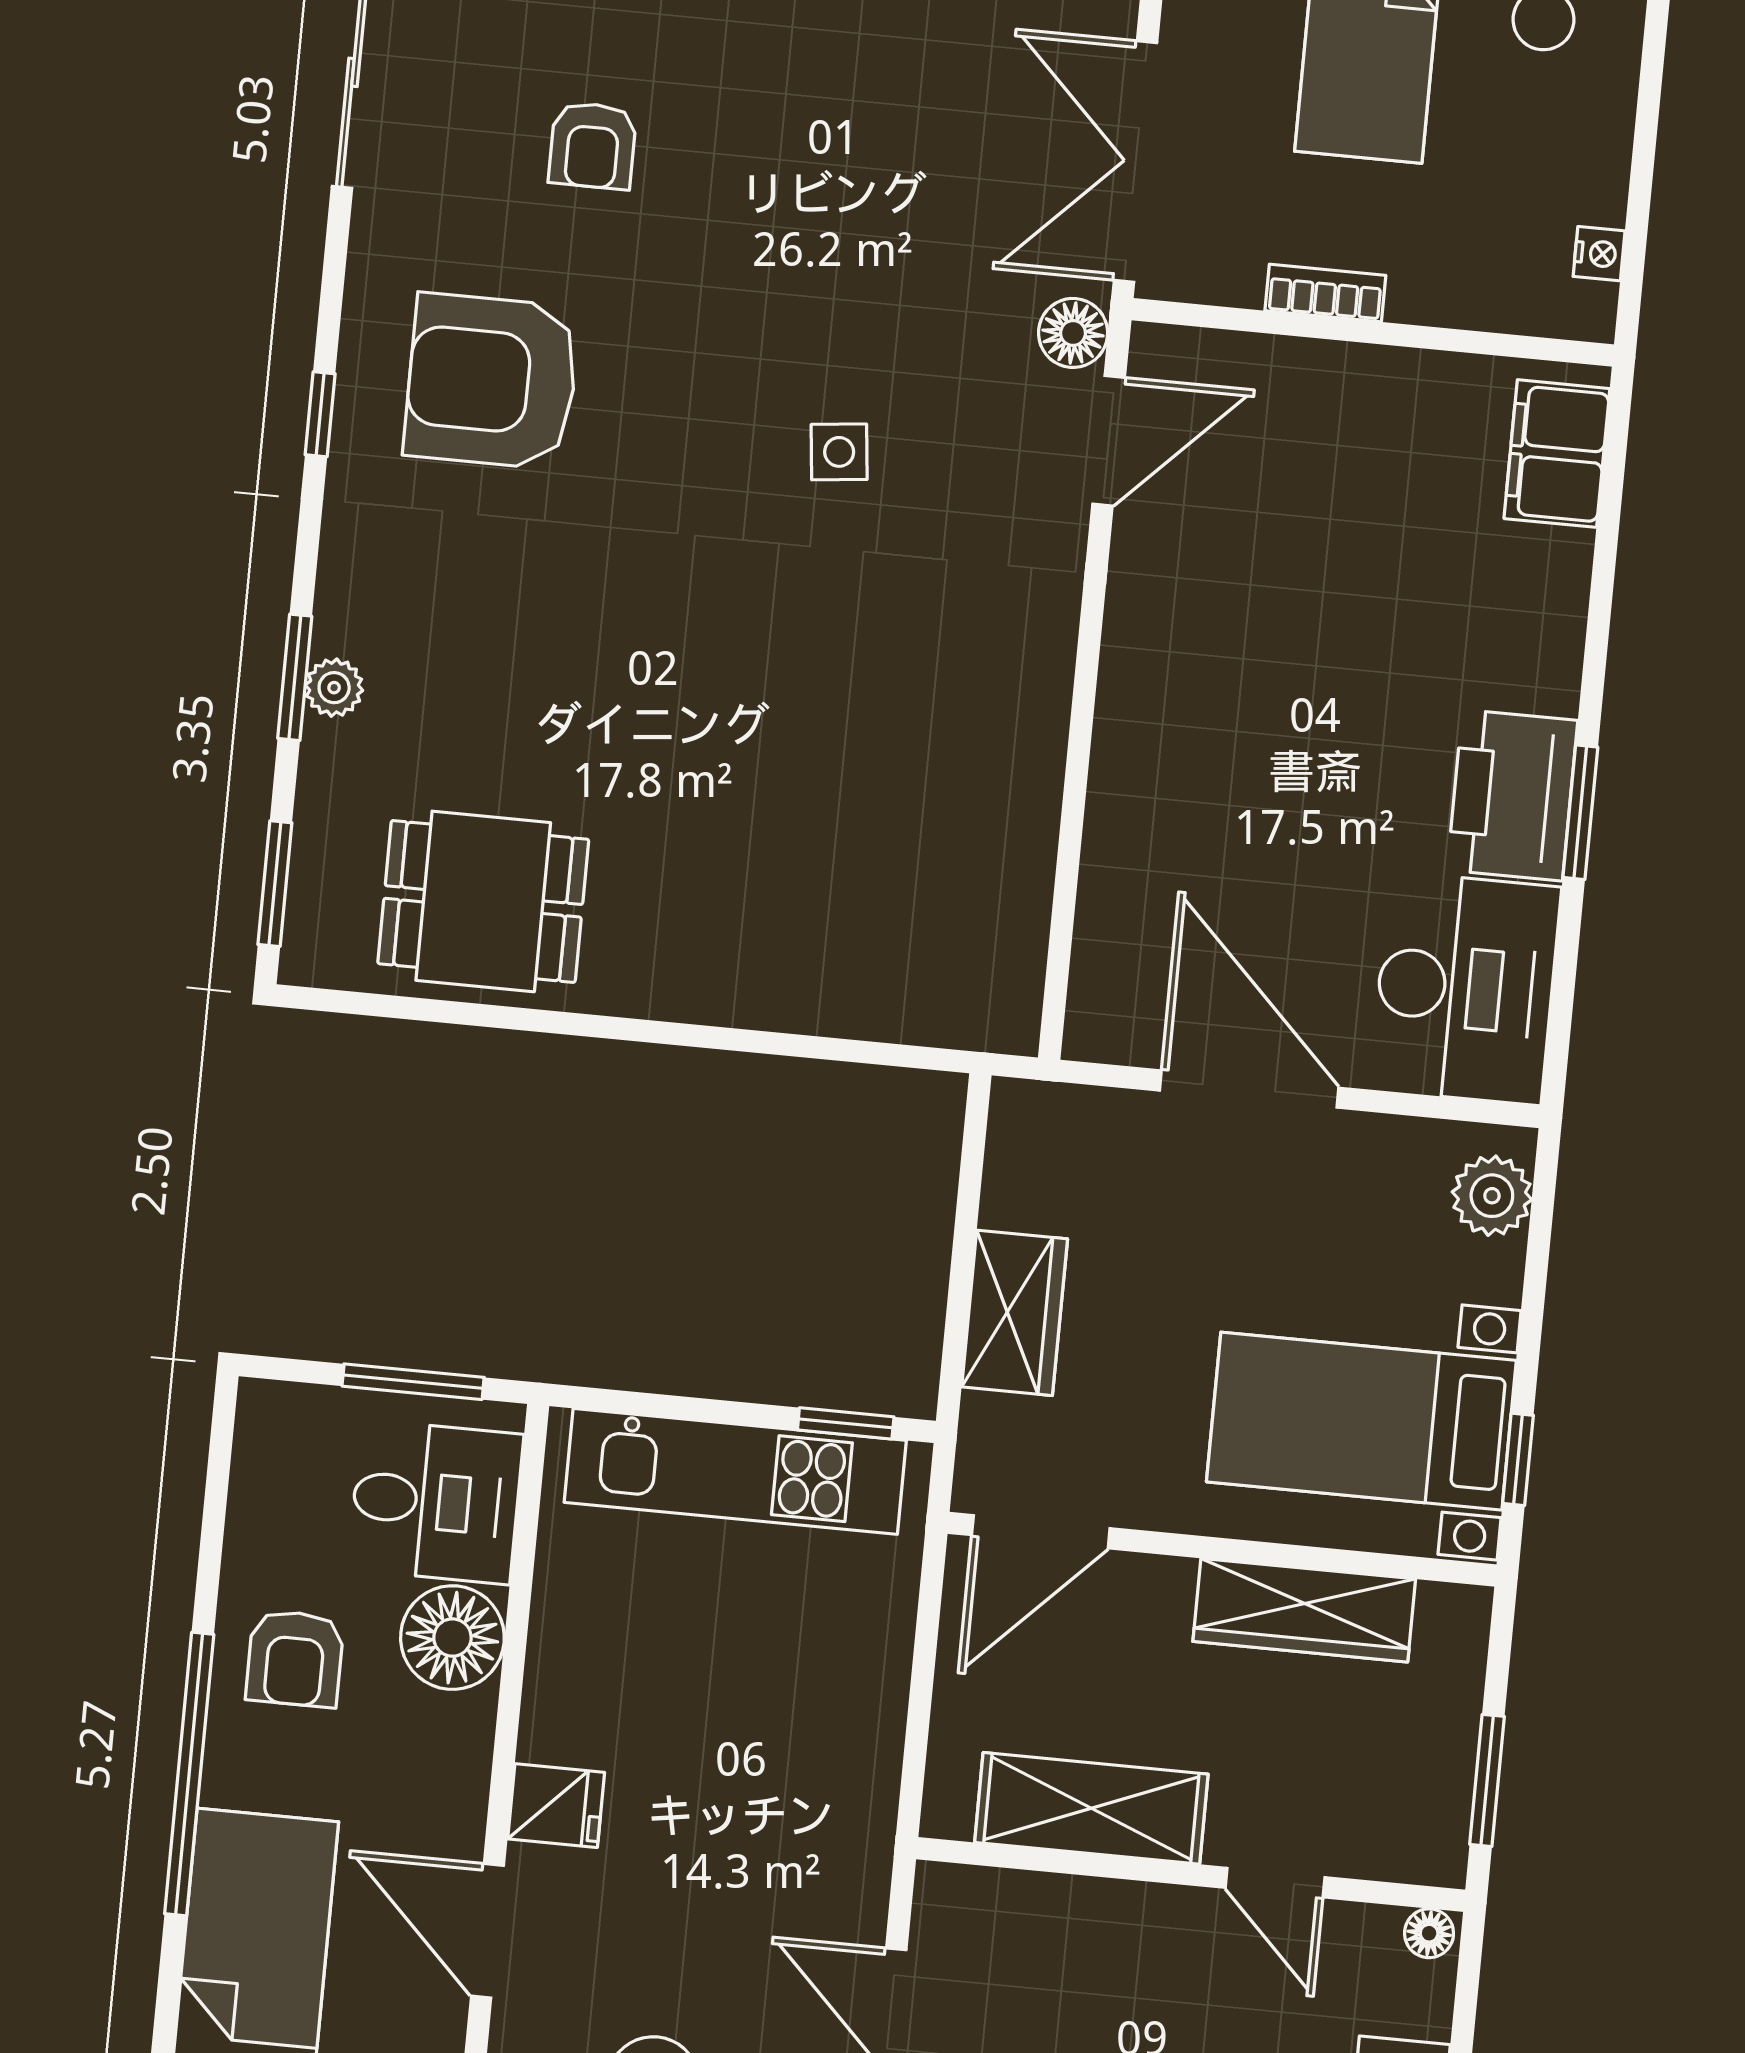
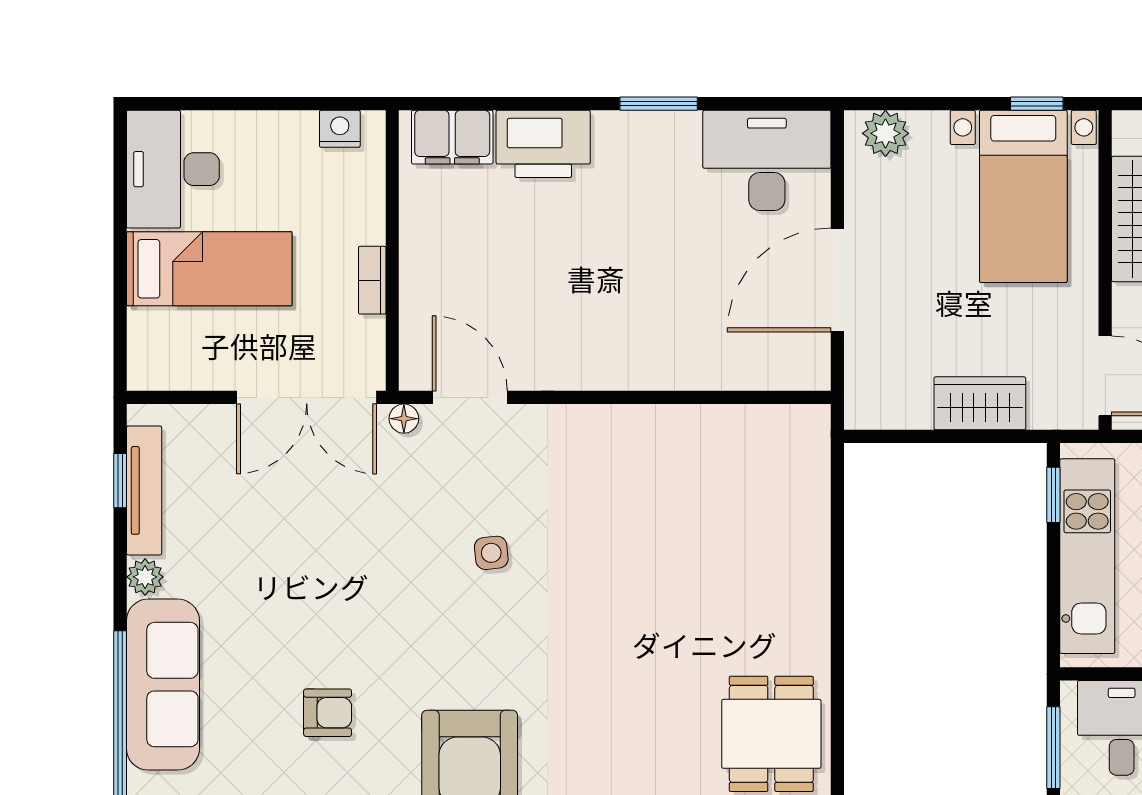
nightstand: (1599, 254) -> (340, 129), width x1.39, depth x1.35
floor lamp: (1073, 333) -> (404, 419), width x0.73, depth x0.73
printer: (1512, 795) -> (543, 144), moved

